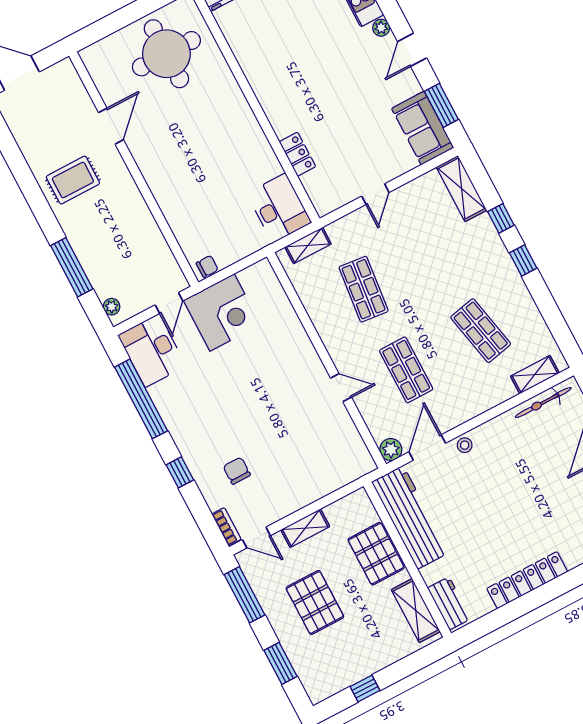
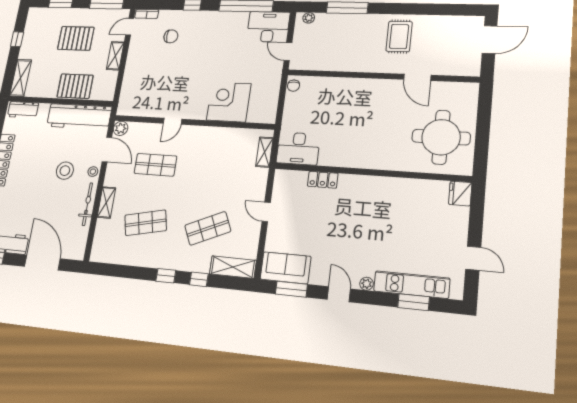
shop shelf: (364, 289) -> (208, 228), moved, turned -30
corner desk: (222, 312) -> (229, 102), moved, turned 90
shelving: (535, 375) -> (106, 202), moved
bicycle: (543, 403) -> (87, 204), moved
stool: (487, 484) -> (65, 171), added
shelving: (416, 611) -> (21, 78), moved, turned 90

